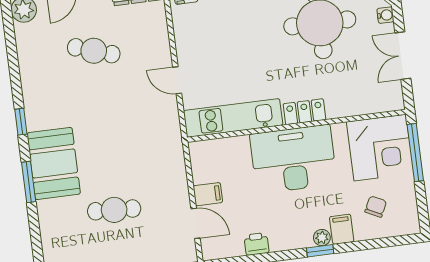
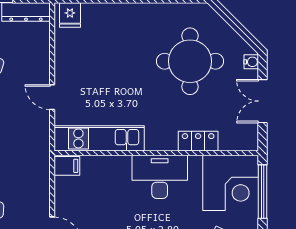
locker: (304, 112) -> (198, 141), moved
desk: (293, 159) -> (160, 177), width x0.73, depth x0.77
filing cabinet: (208, 194) -> (67, 166), moved

